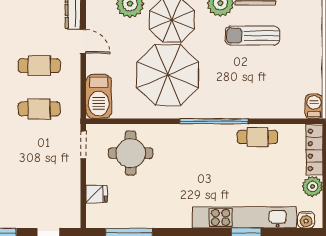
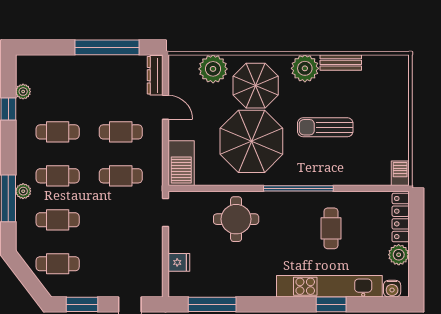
sun lounger: (252, 35) -> (325, 127), moved
cafe table: (257, 137) -> (331, 228), moved, turned 90
round table: (131, 153) -> (236, 219), moved

